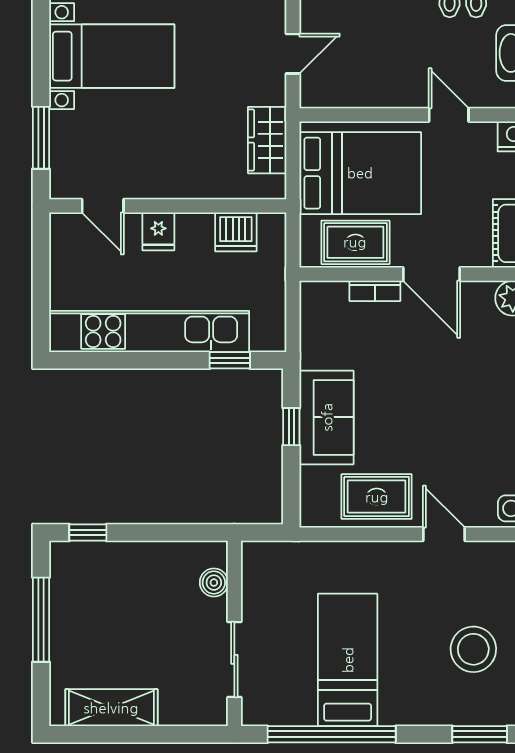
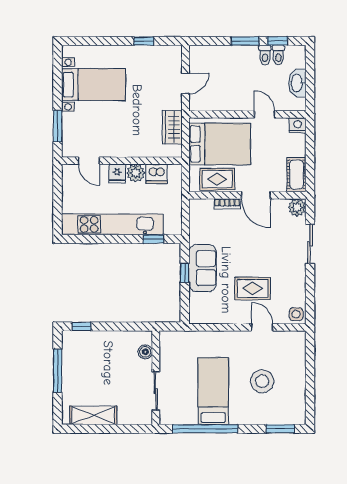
plant: (195, 230) -> (136, 173), added
rug: (377, 497) -> (253, 288), moved
stool: (473, 649) -> (262, 381), moved

